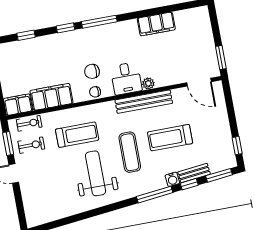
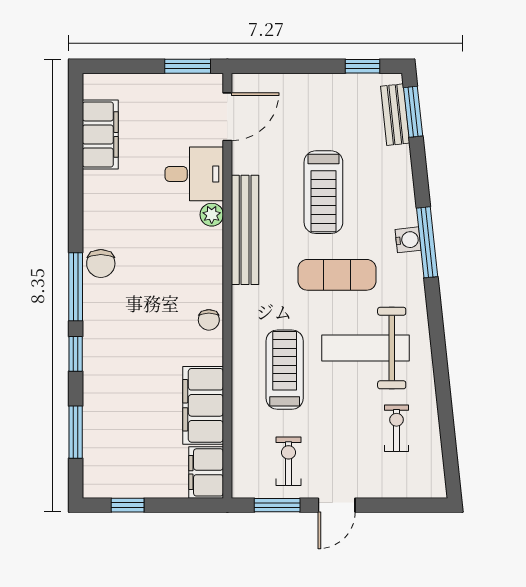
filing cabinet: (156, 24) -> (100, 134), moved
window: (26, 35) -> (76, 432), width x1.50
chair: (92, 71) -> (101, 264), moved
desk: (126, 78) -> (194, 174), moved
exercise bike: (29, 123) -> (397, 428), moved
bench: (194, 173) -> (395, 115), moved
water cooler: (172, 179) -> (408, 240), moved
window: (189, 184) -> (420, 172), removed

